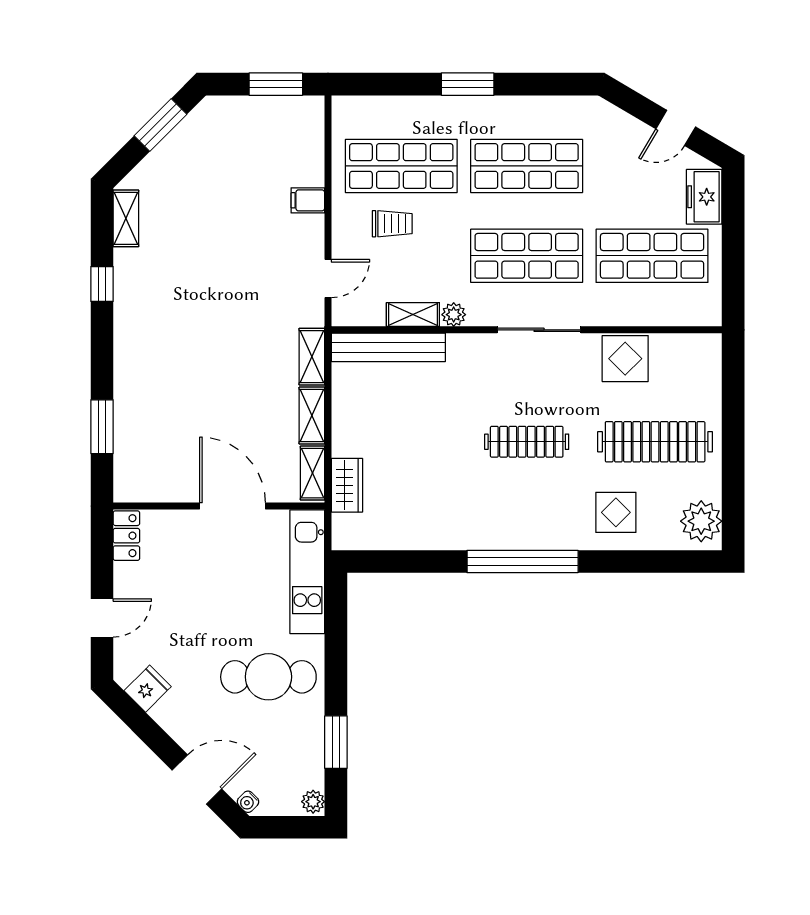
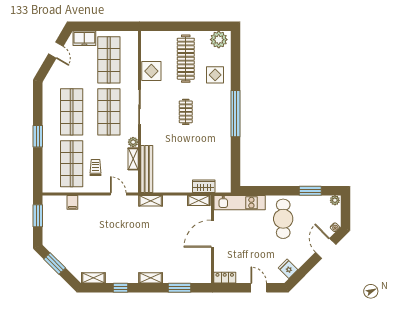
filing cabinet: (308, 200) -> (72, 202), moved
shelving: (312, 416) -> (151, 278), moved
clothes rail: (527, 442) -> (186, 112), width x0.73

